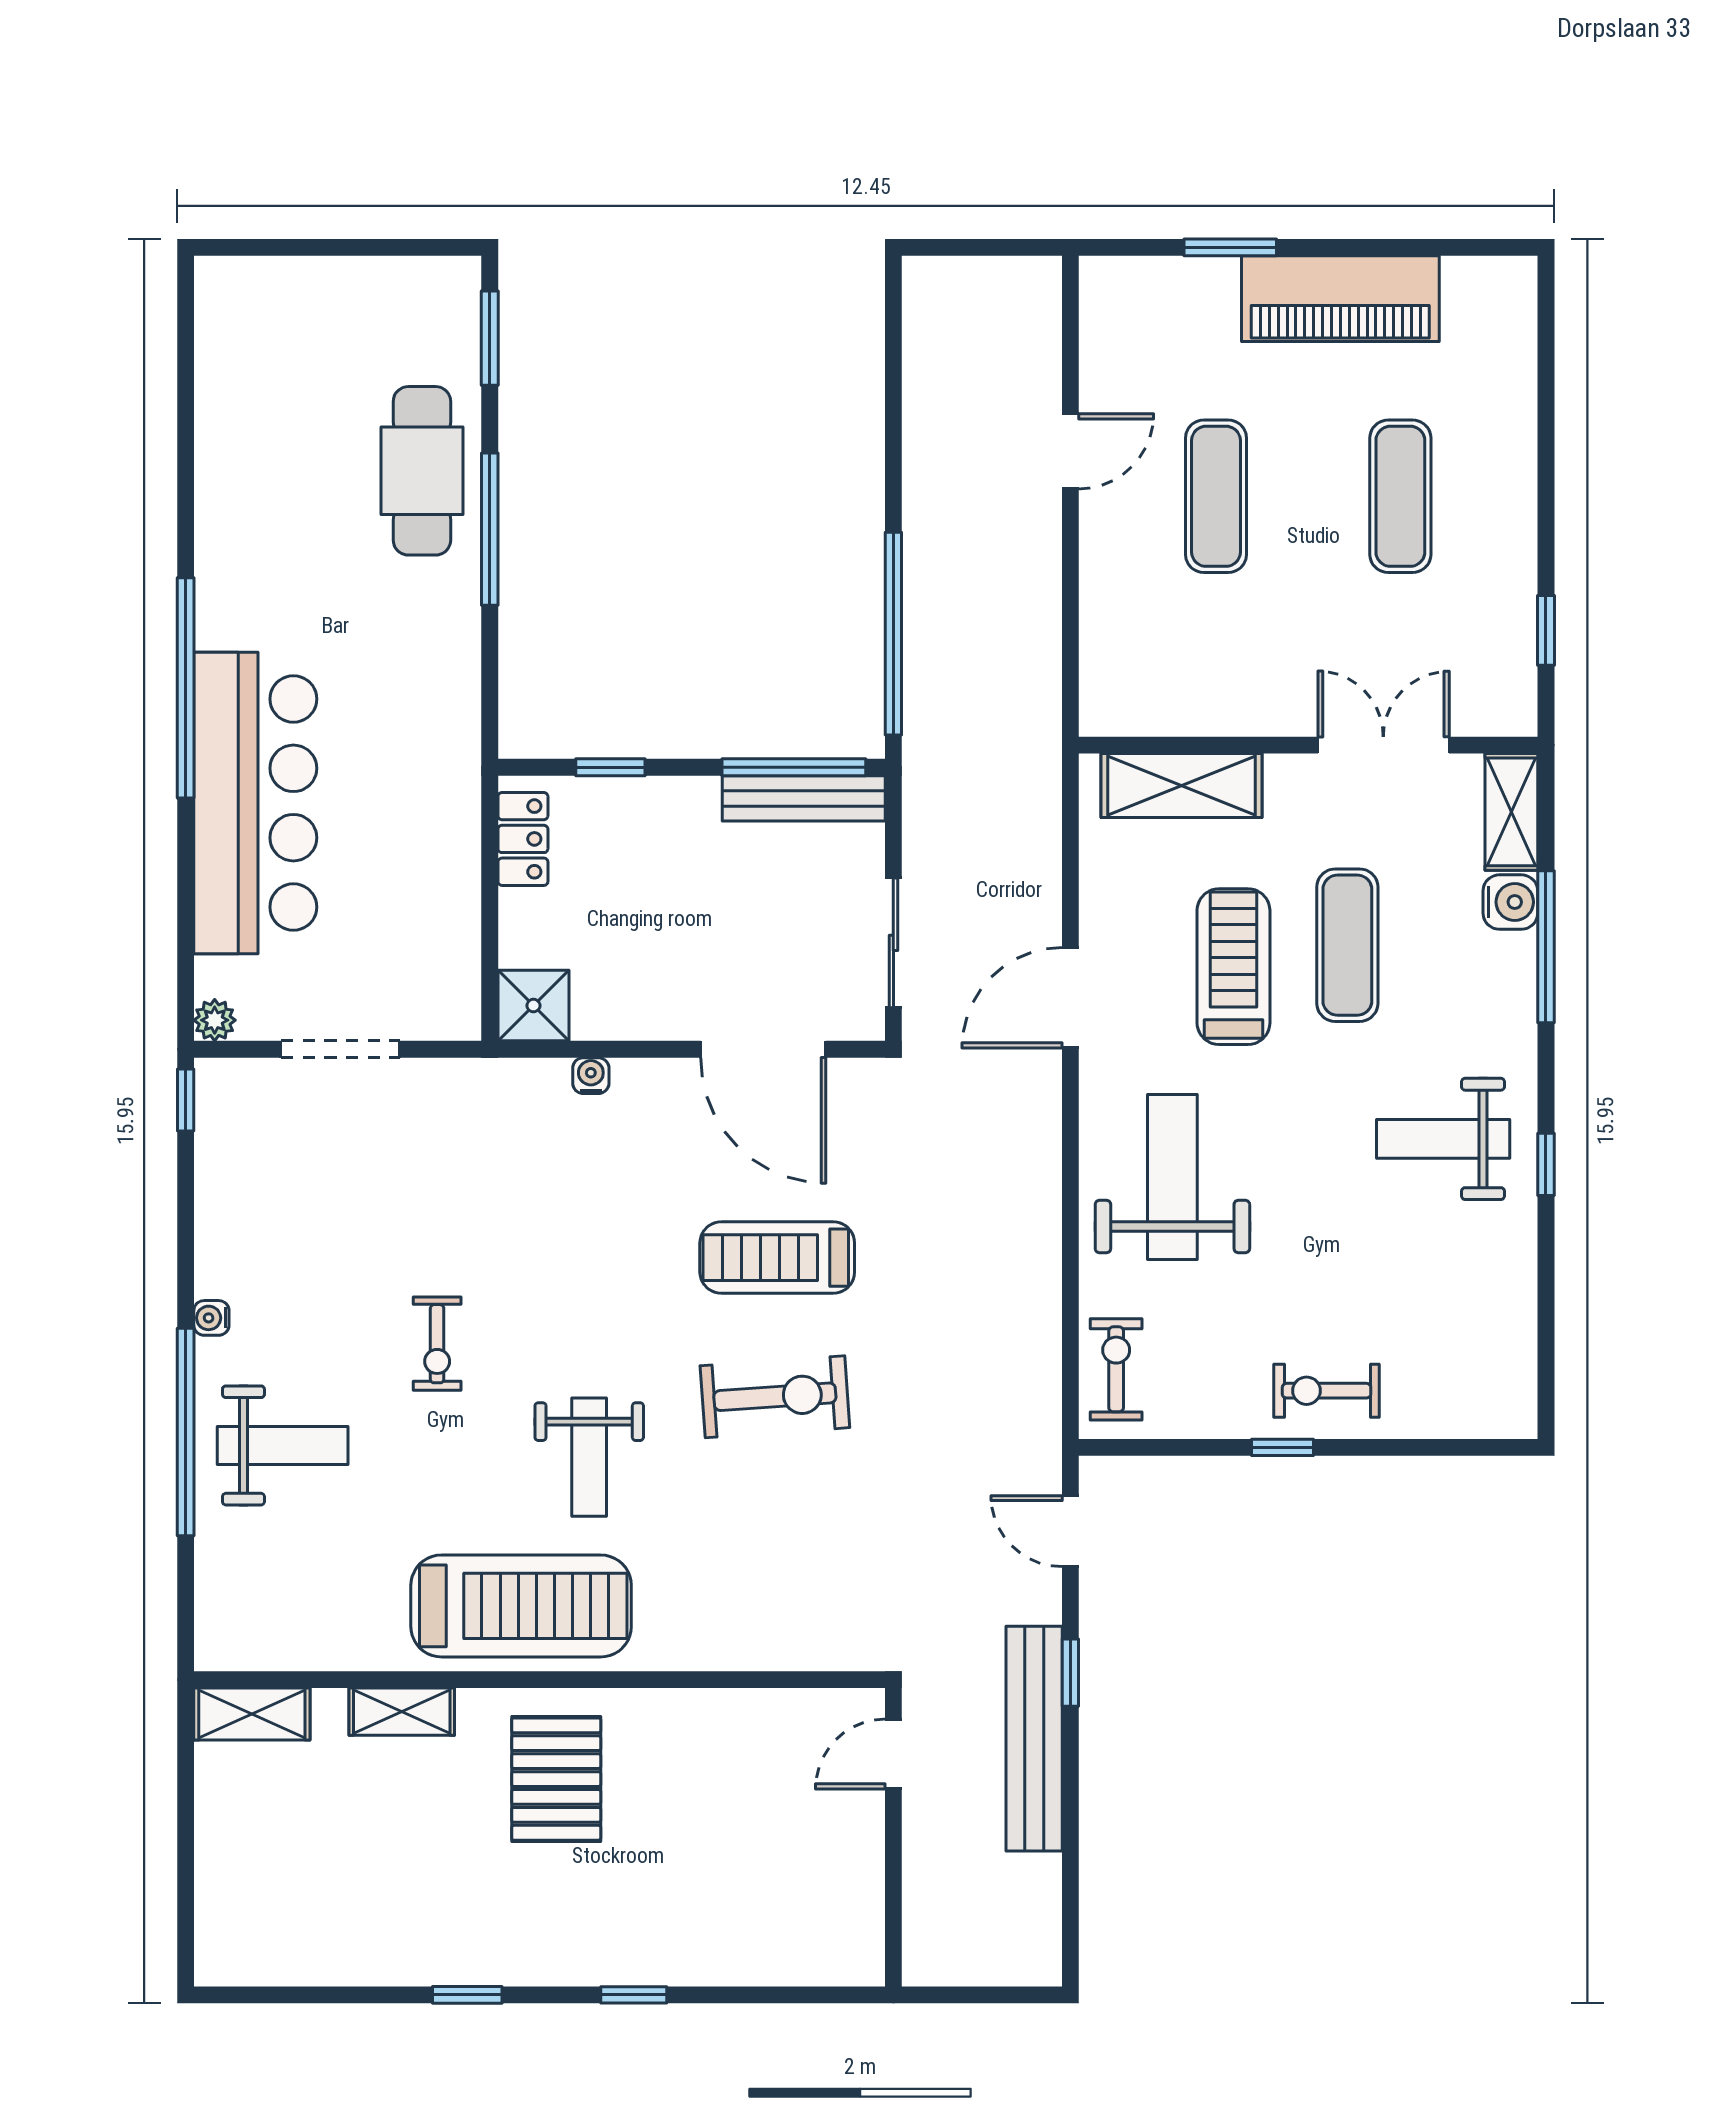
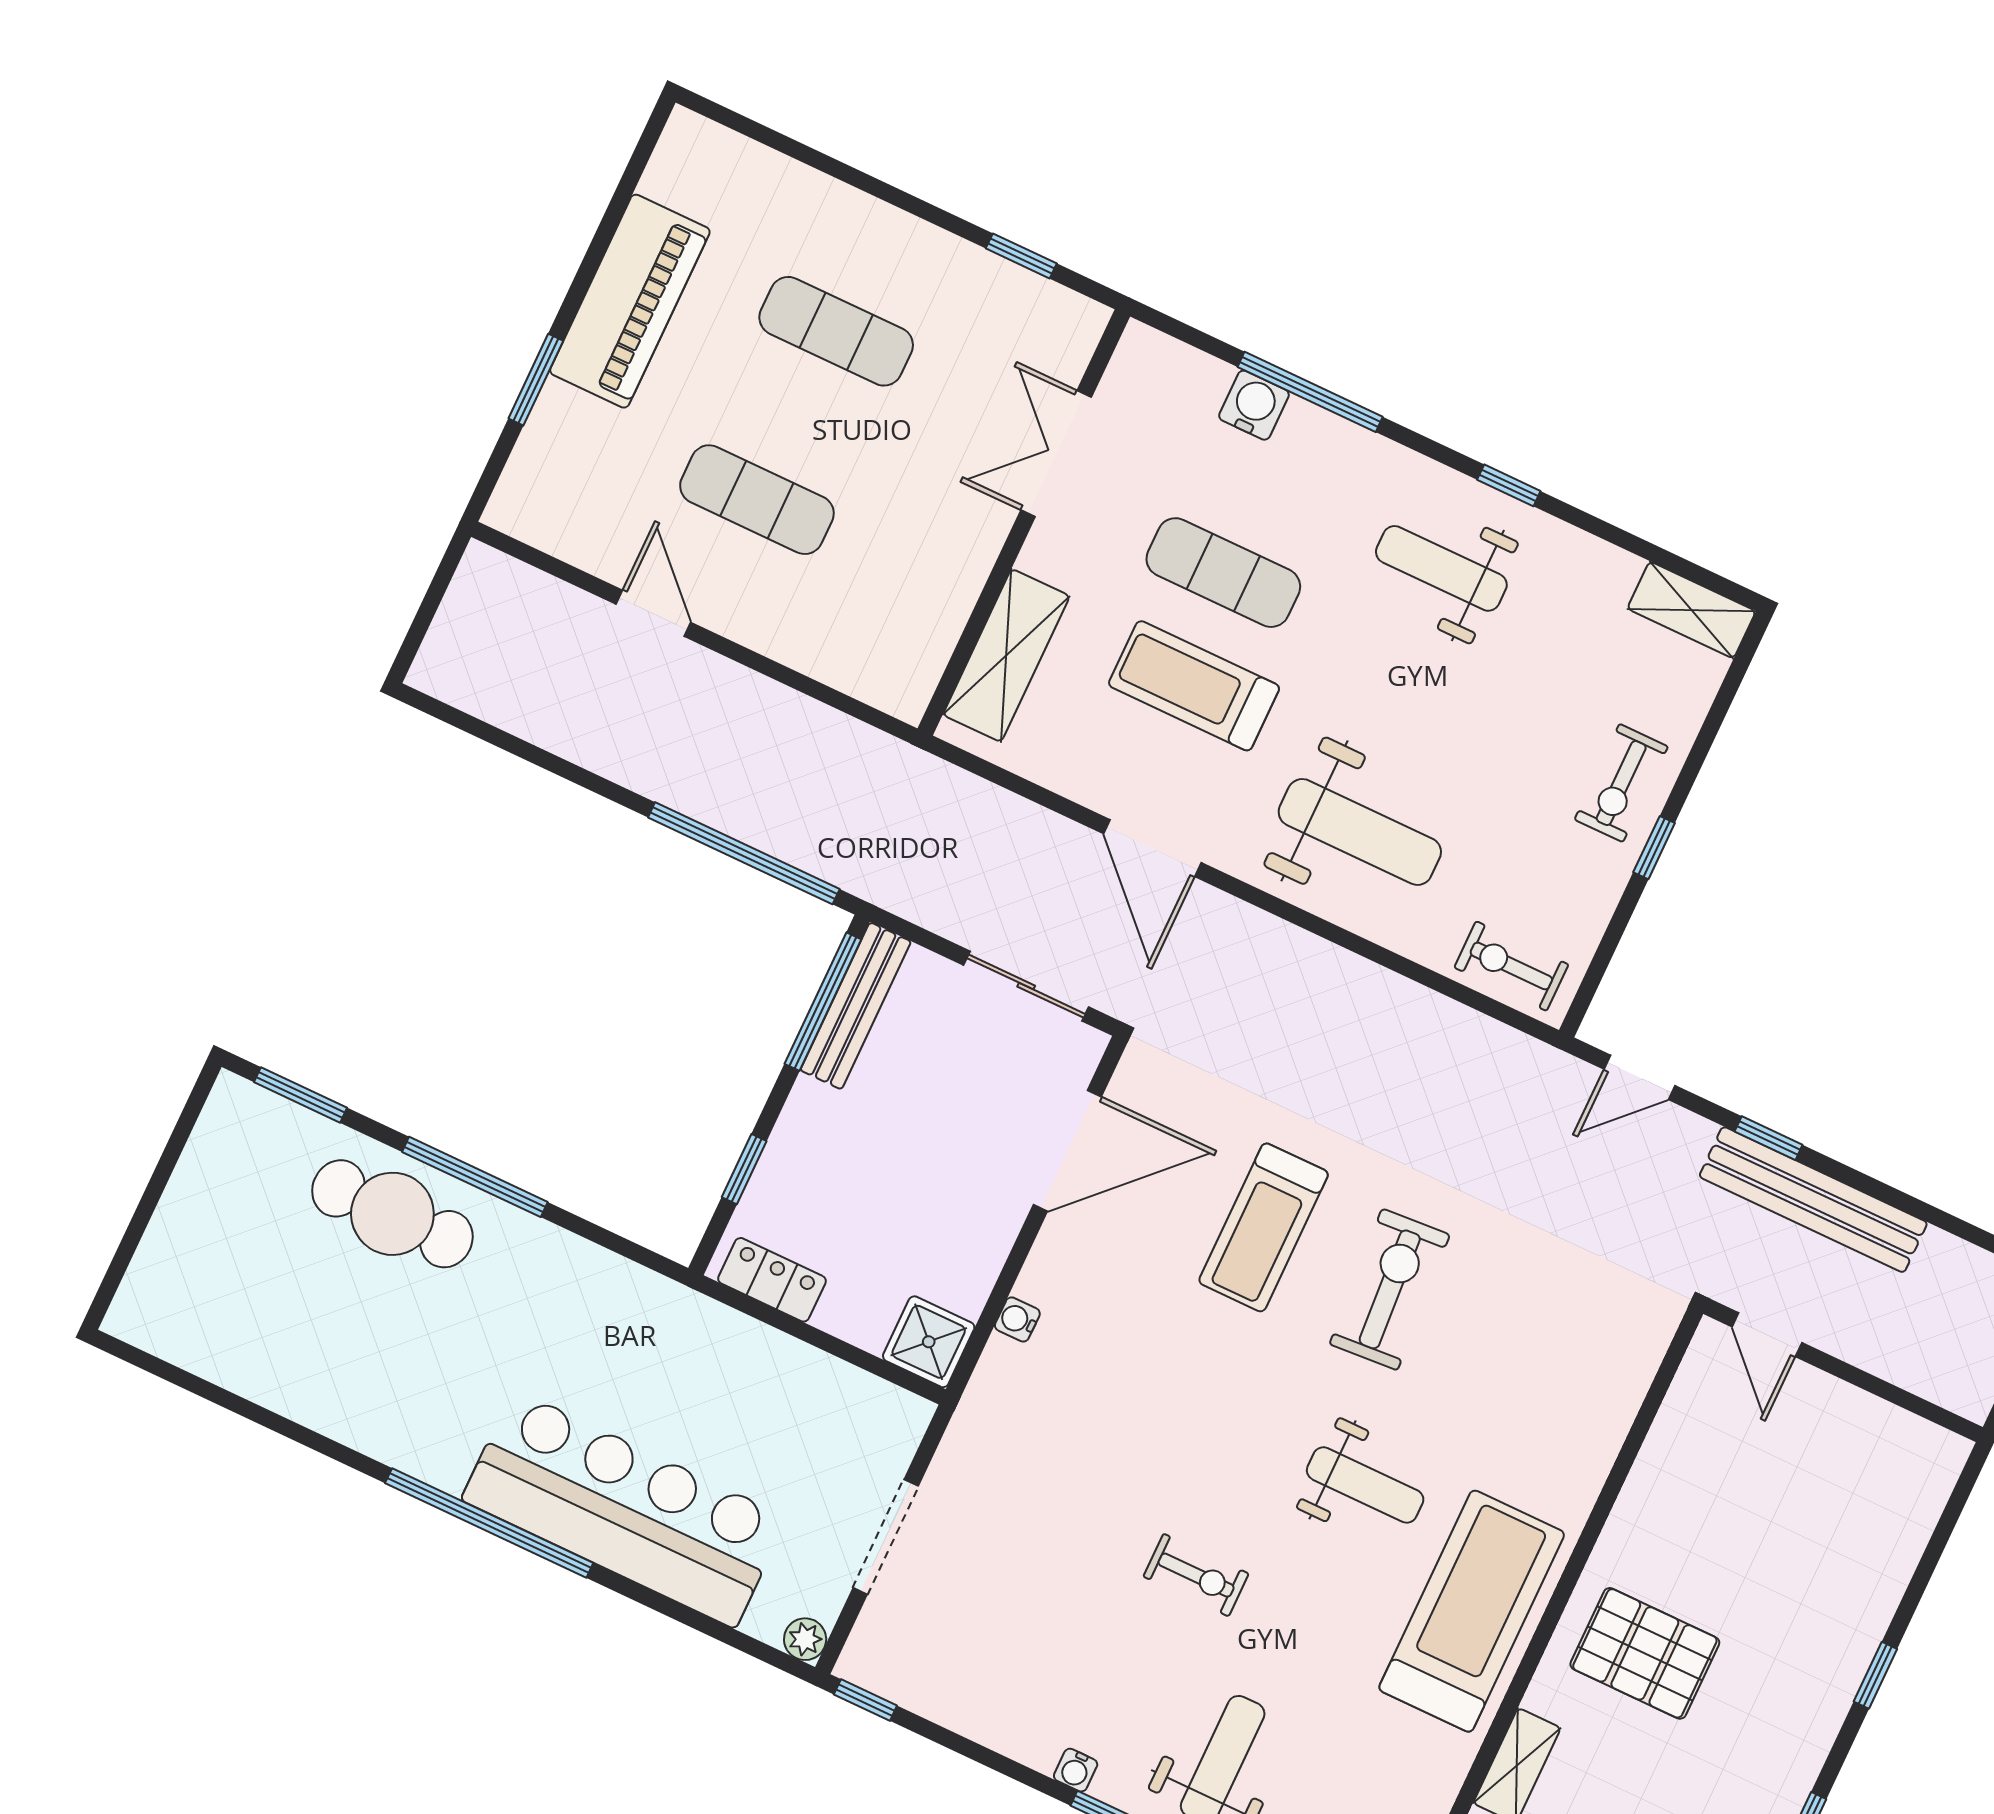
shelving: (1511, 812) -> (1692, 610), moved
weight bench: (1443, 1139) -> (1441, 568), turned 90
weight bench: (1172, 1177) -> (1360, 832), turned 180

